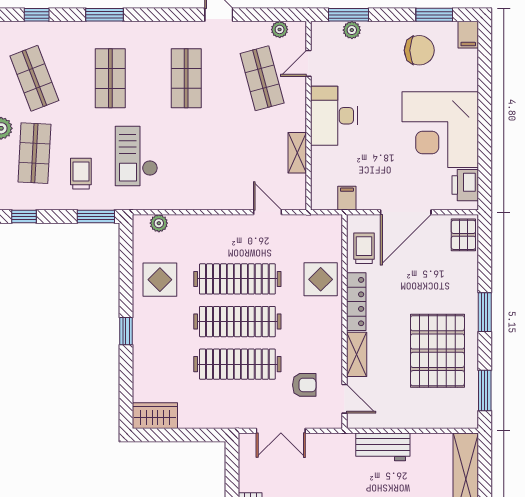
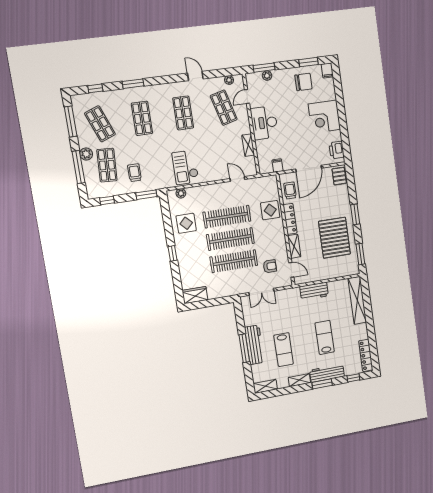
corner desk: (440, 130) -> (324, 117), width x0.74, depth x0.74
checkout: (136, 156) -> (185, 167), moved

